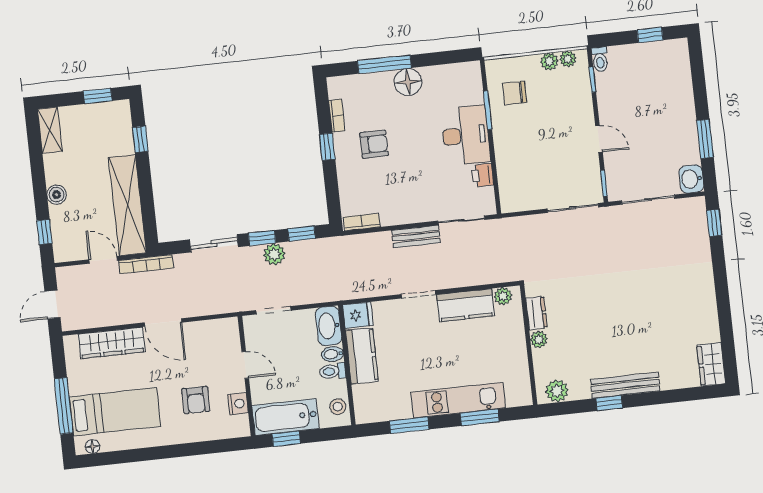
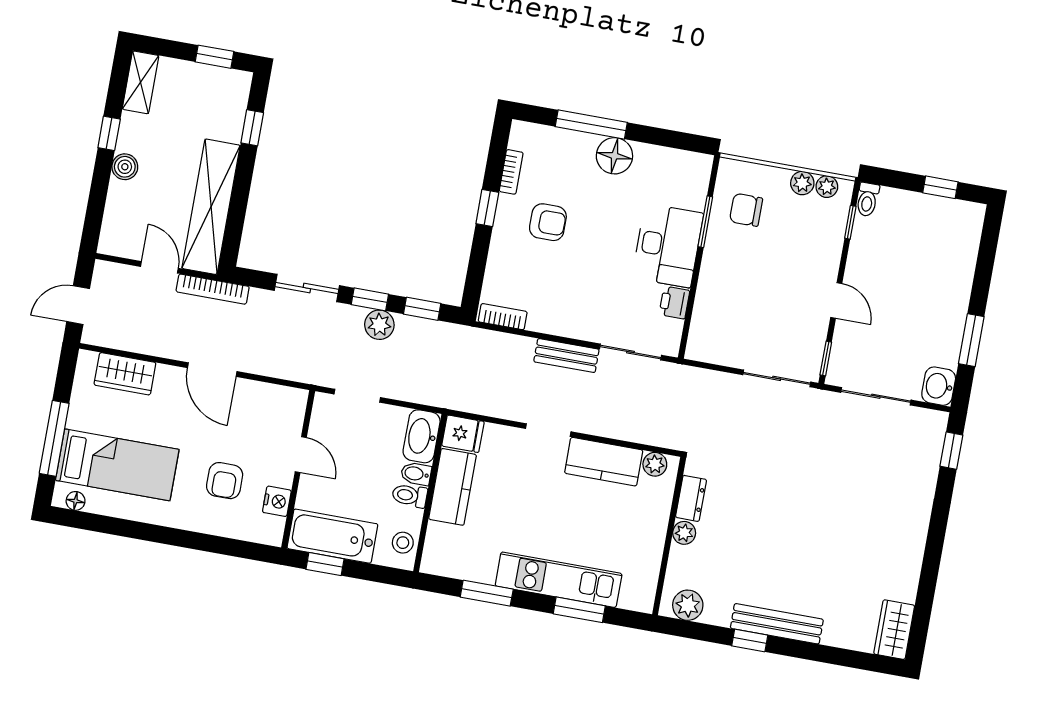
window: (44, 232) -> (109, 133), moved
wardrobe: (112, 343) -> (125, 374), width x0.67

